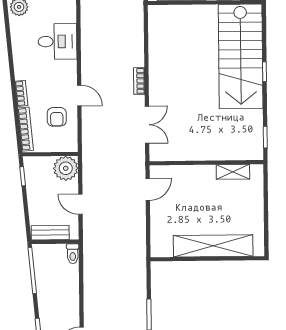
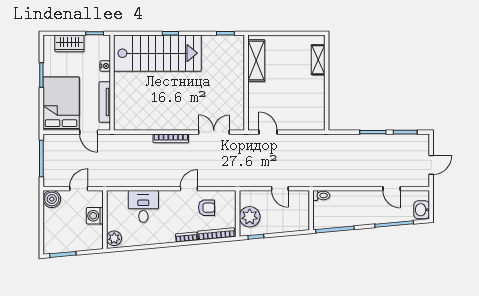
bookcase: (139, 81) -> (171, 138), width x1.56
plant: (66, 168) -> (250, 217), moved
shelving: (233, 172) -> (256, 61), width x1.50, depth x1.33
door: (80, 204) -> (280, 189), hinge flipped
bench: (50, 233) -> (303, 214), removed
shelving: (213, 246) -> (318, 60), width x0.45, depth x0.75

